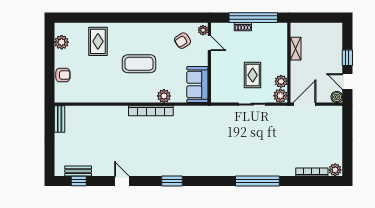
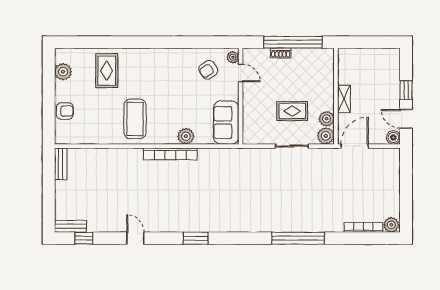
shelving: (296, 49) -> (344, 99), moved
coffee table: (139, 64) -> (135, 119), moved, turned 90
rug: (253, 75) -> (292, 111), turned 90
bench: (78, 171) -> (70, 226), moved

